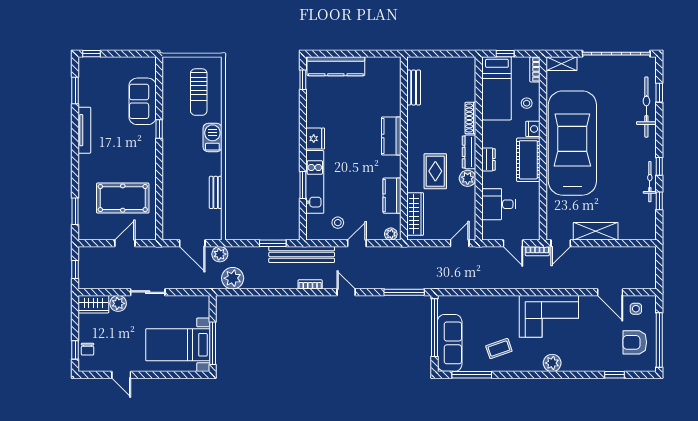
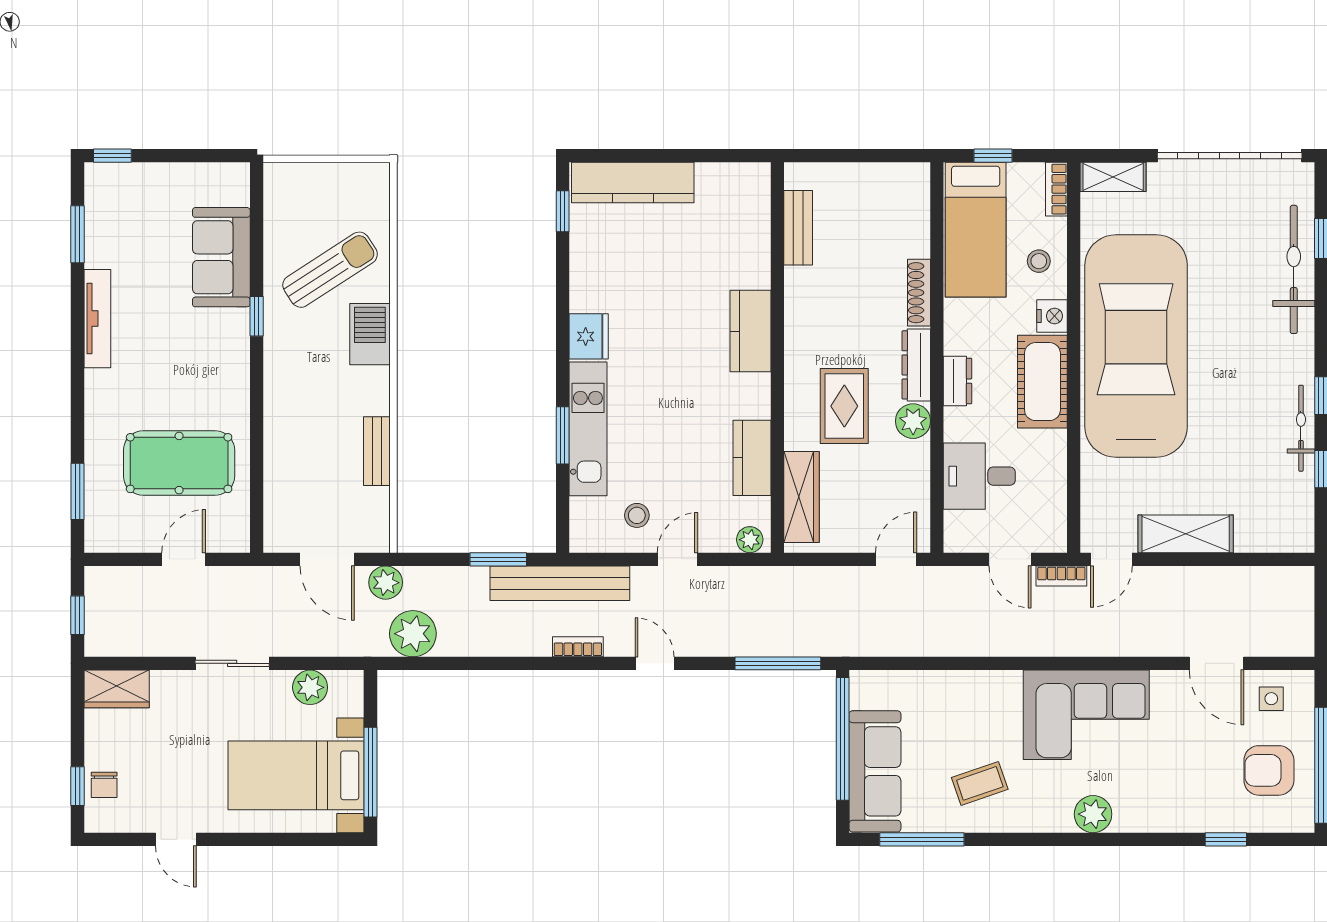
sun lounger: (199, 92) -> (330, 270), moved, turned -123
plant: (118, 303) -> (310, 687), moved

